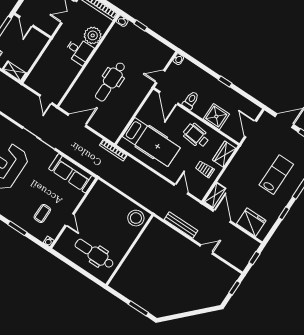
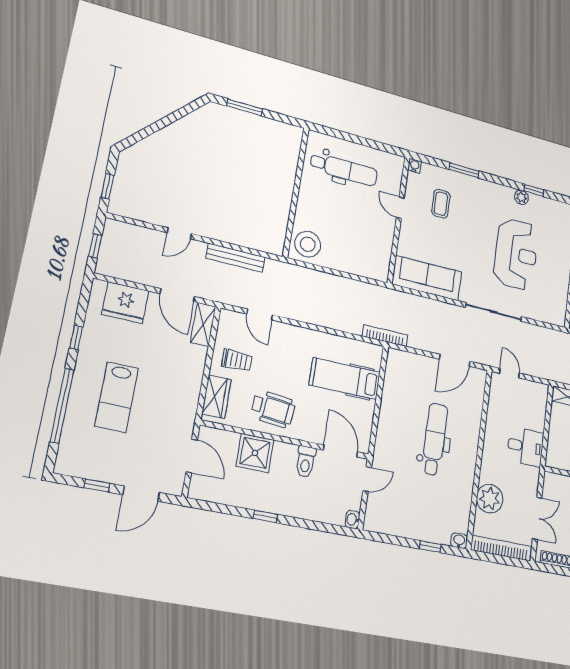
desk: (79, 51) -> (525, 447), moved, turned 180
hospital bed: (151, 142) -> (345, 379), width x0.73, depth x0.78

